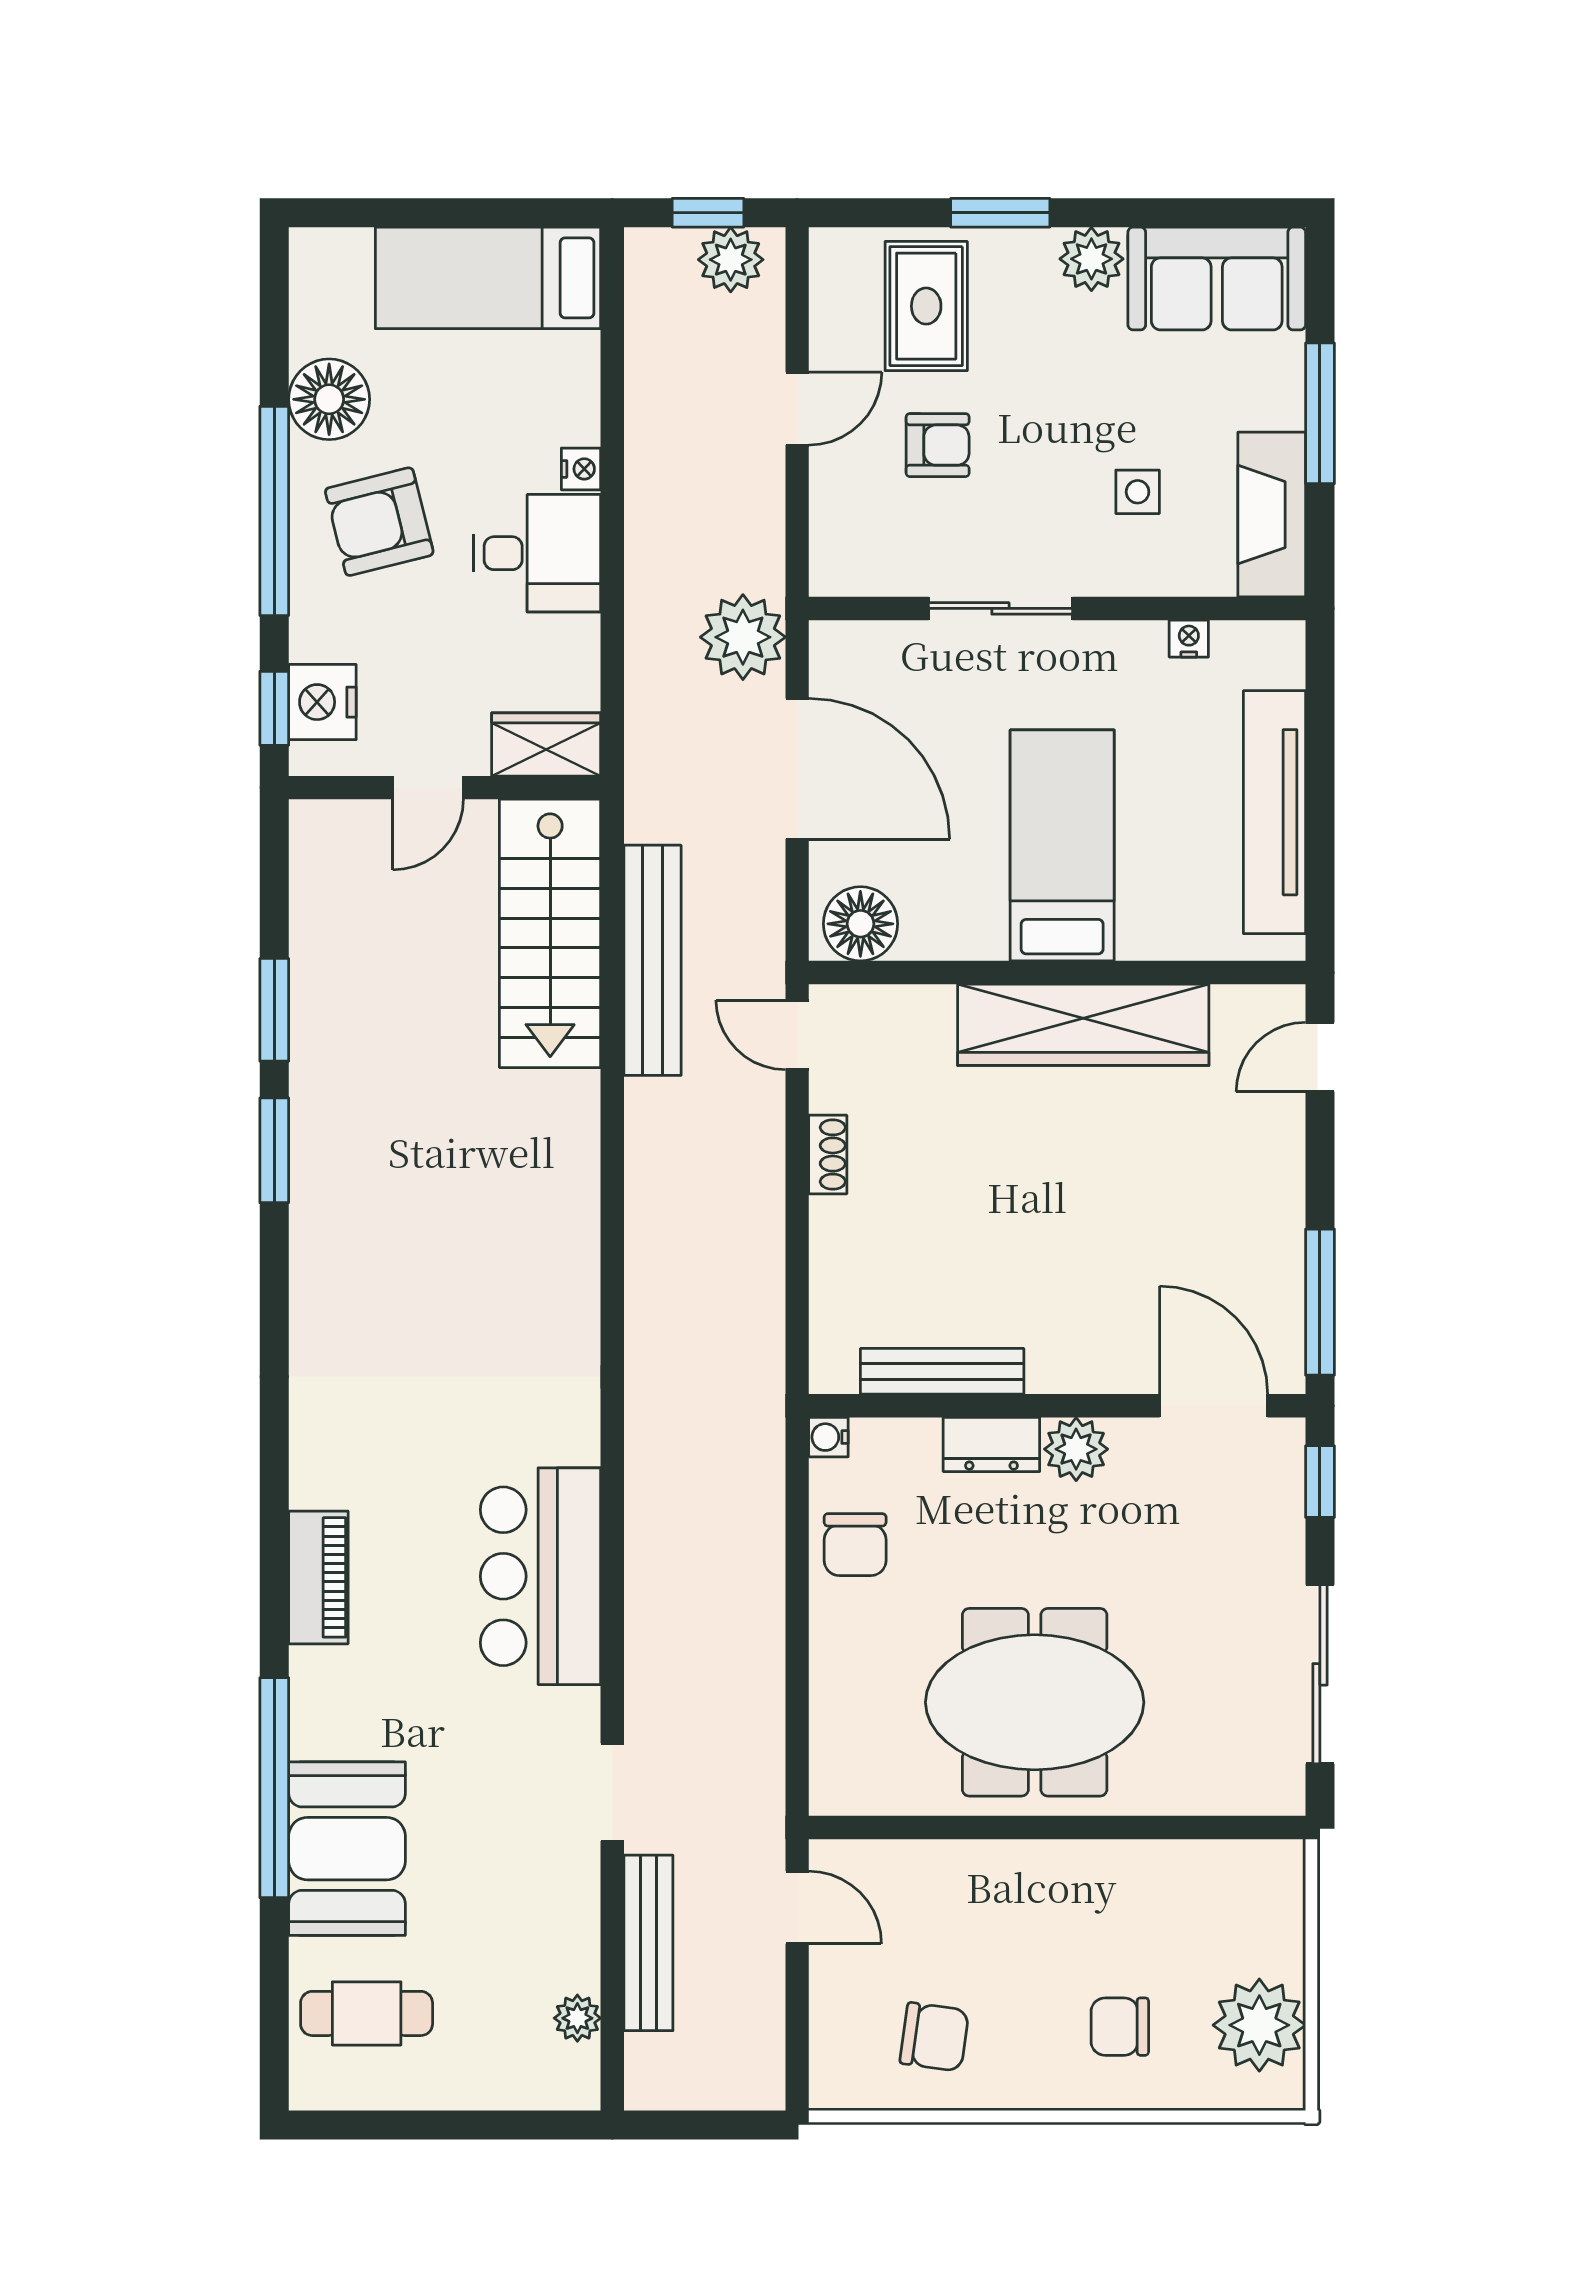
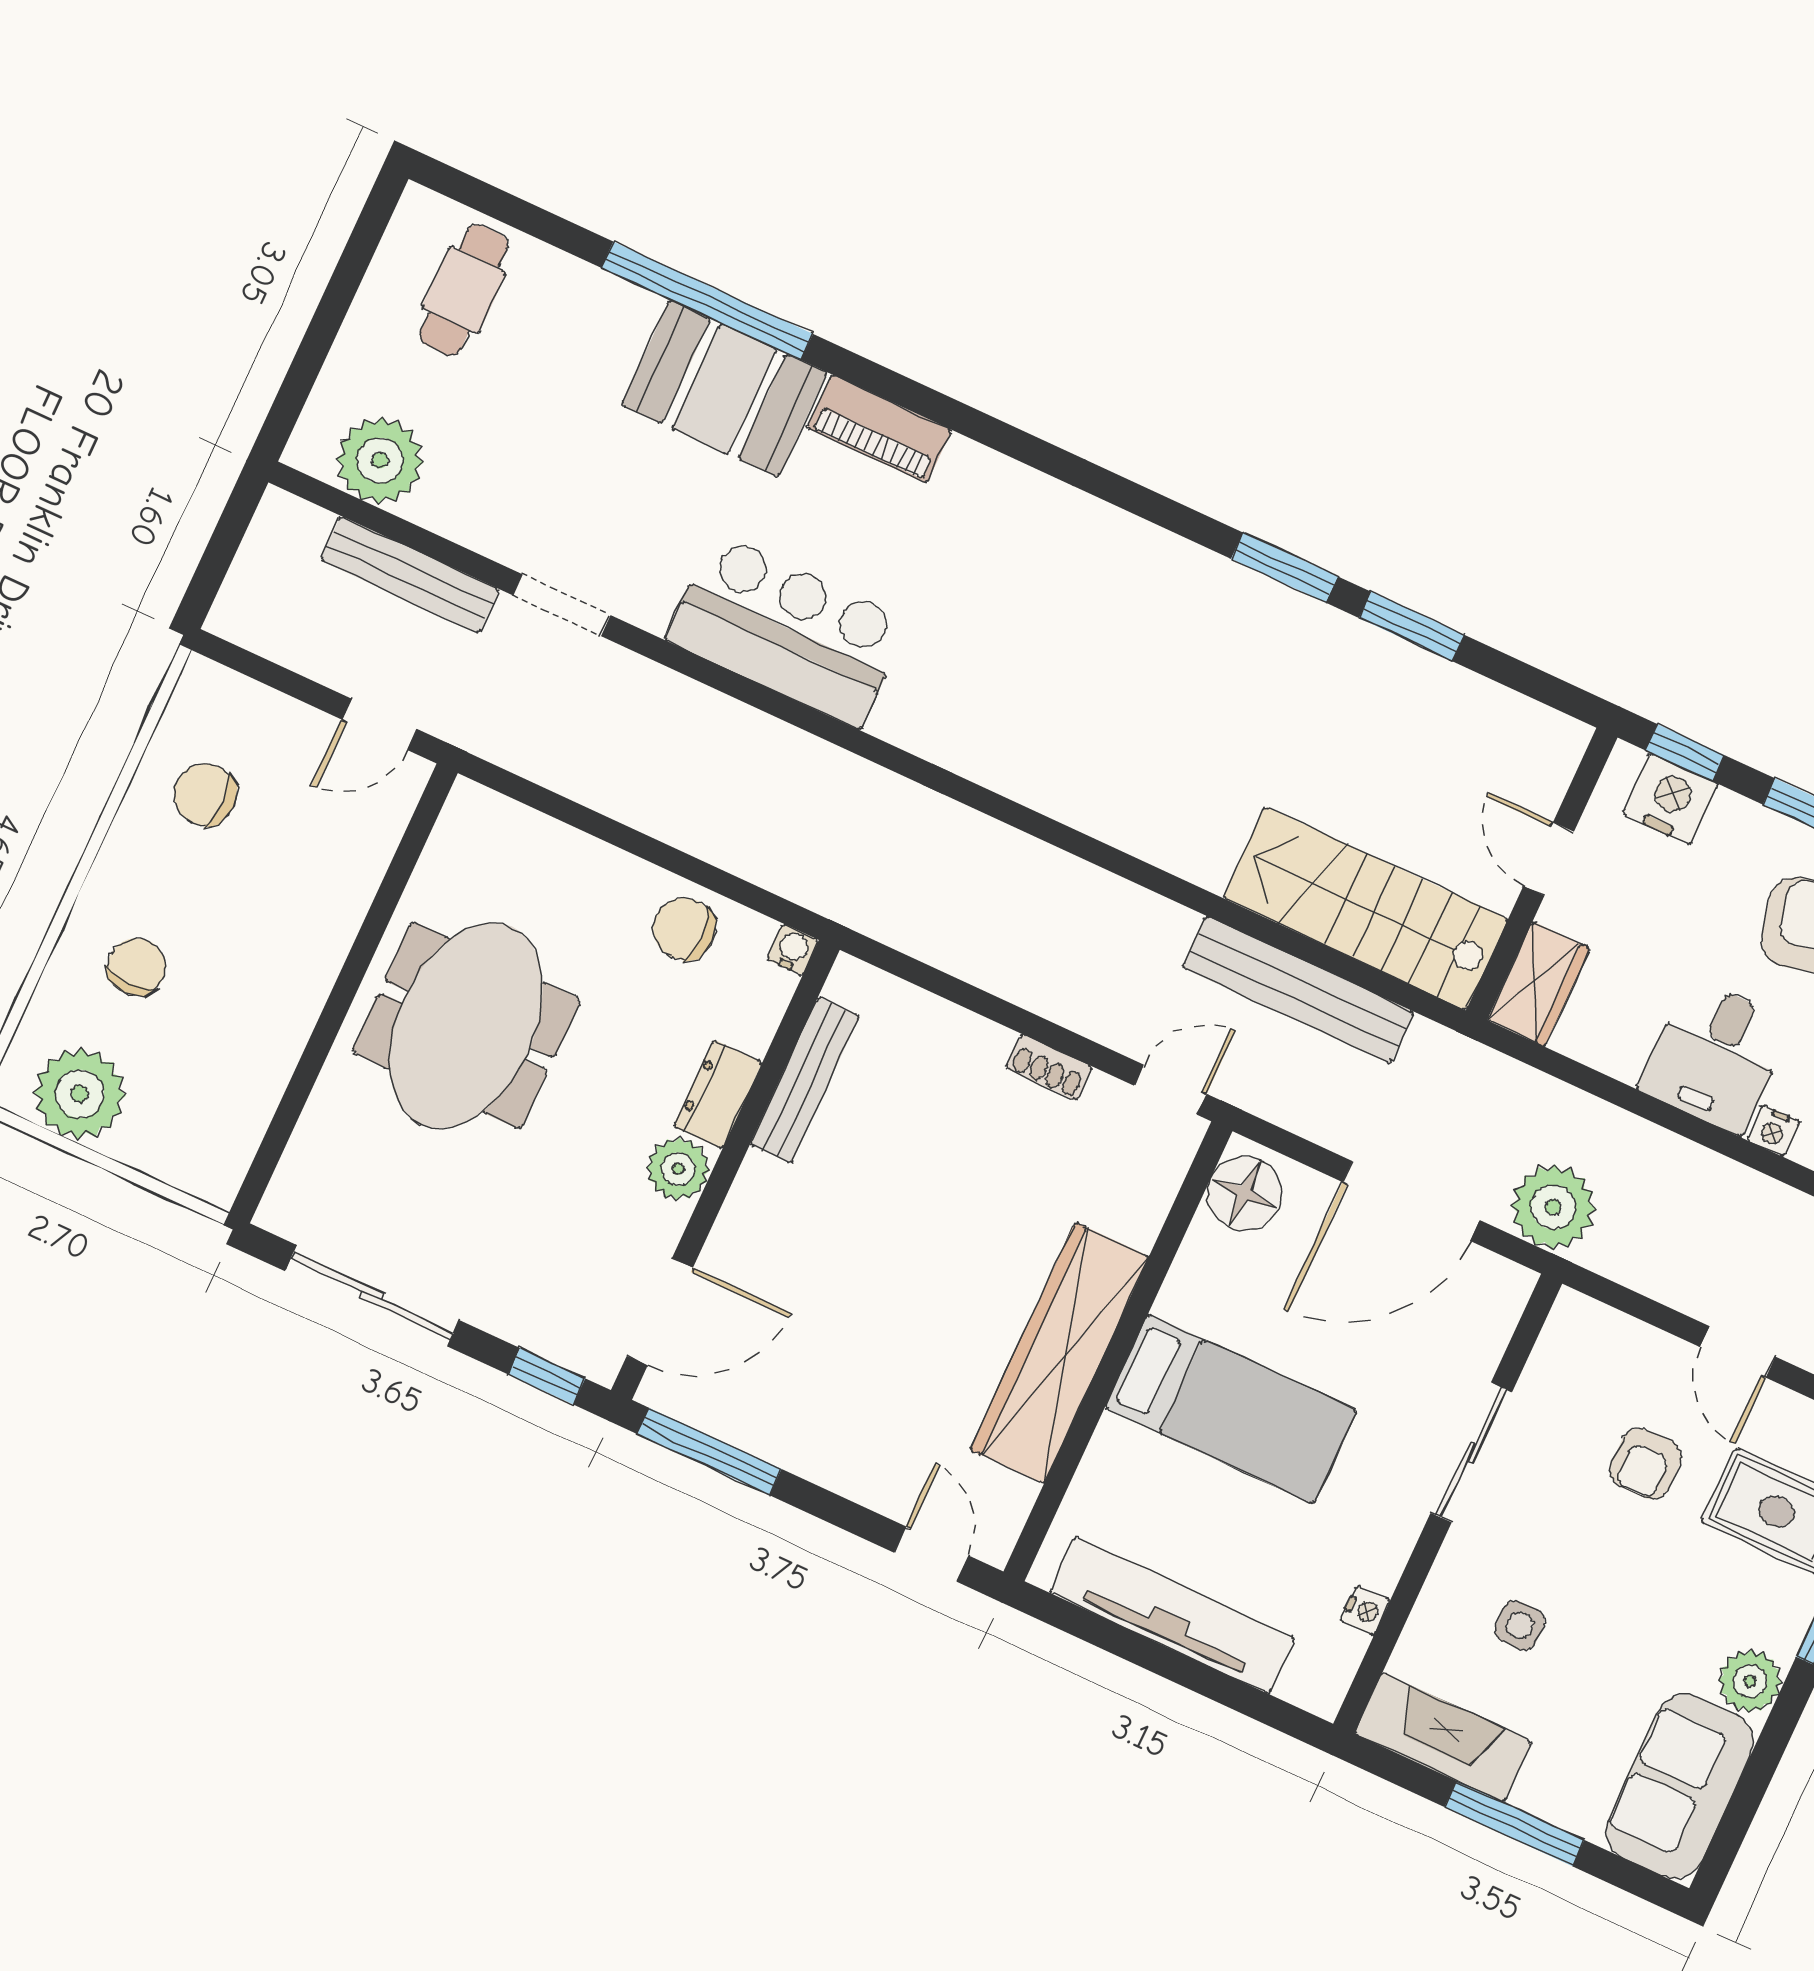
booth: (347, 1849) -> (724, 389), moved
plant: (577, 2018) -> (380, 461), width x1.88, depth x1.88
chair: (934, 2037) -> (205, 794), turned 82

